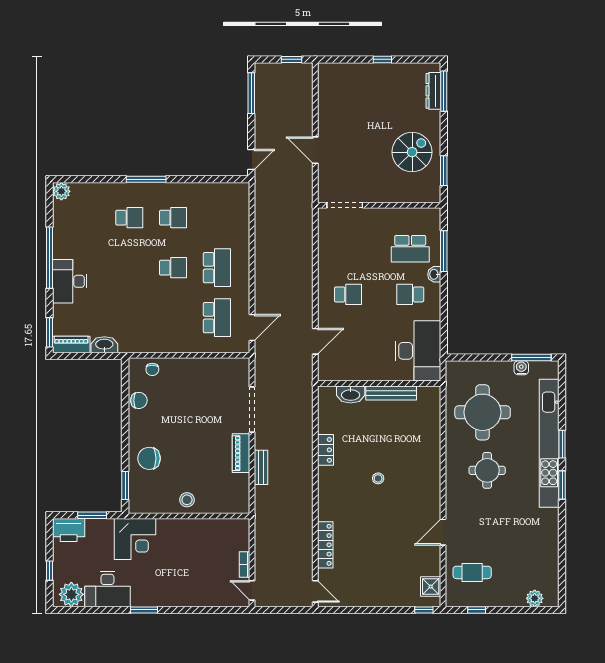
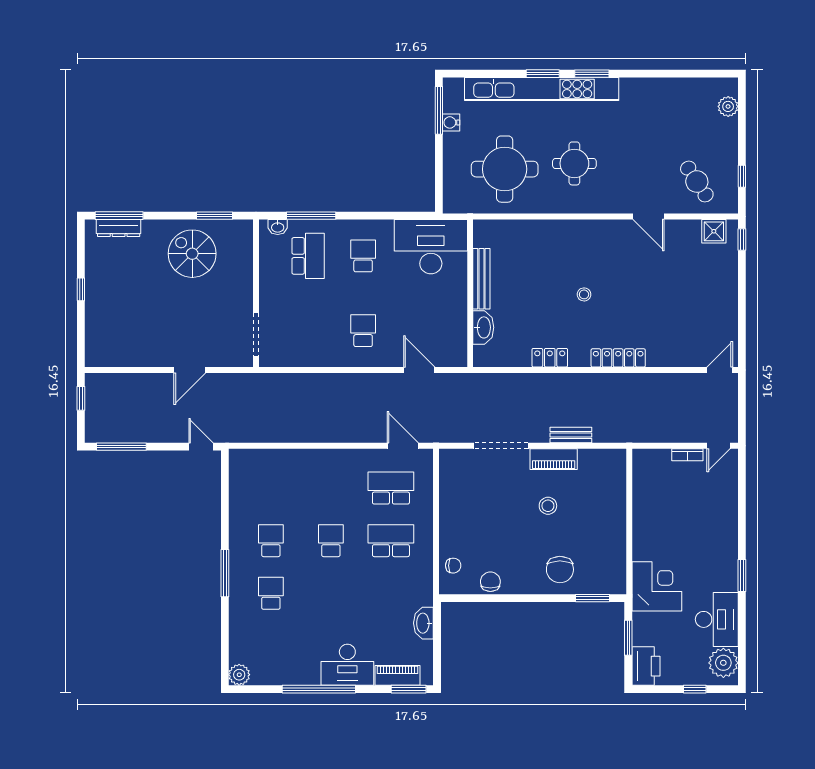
school desk: (217, 268) -> (391, 541), moved
washbasin: (434, 274) -> (278, 227), moved
school desk: (410, 294) -> (363, 256), turned 180
piano: (71, 344) -> (398, 675), moved, turned 90
stool: (187, 500) -> (548, 506), moved
locker: (325, 545) -> (618, 358), moved
cafe table: (472, 572) -> (697, 182), turned -33

